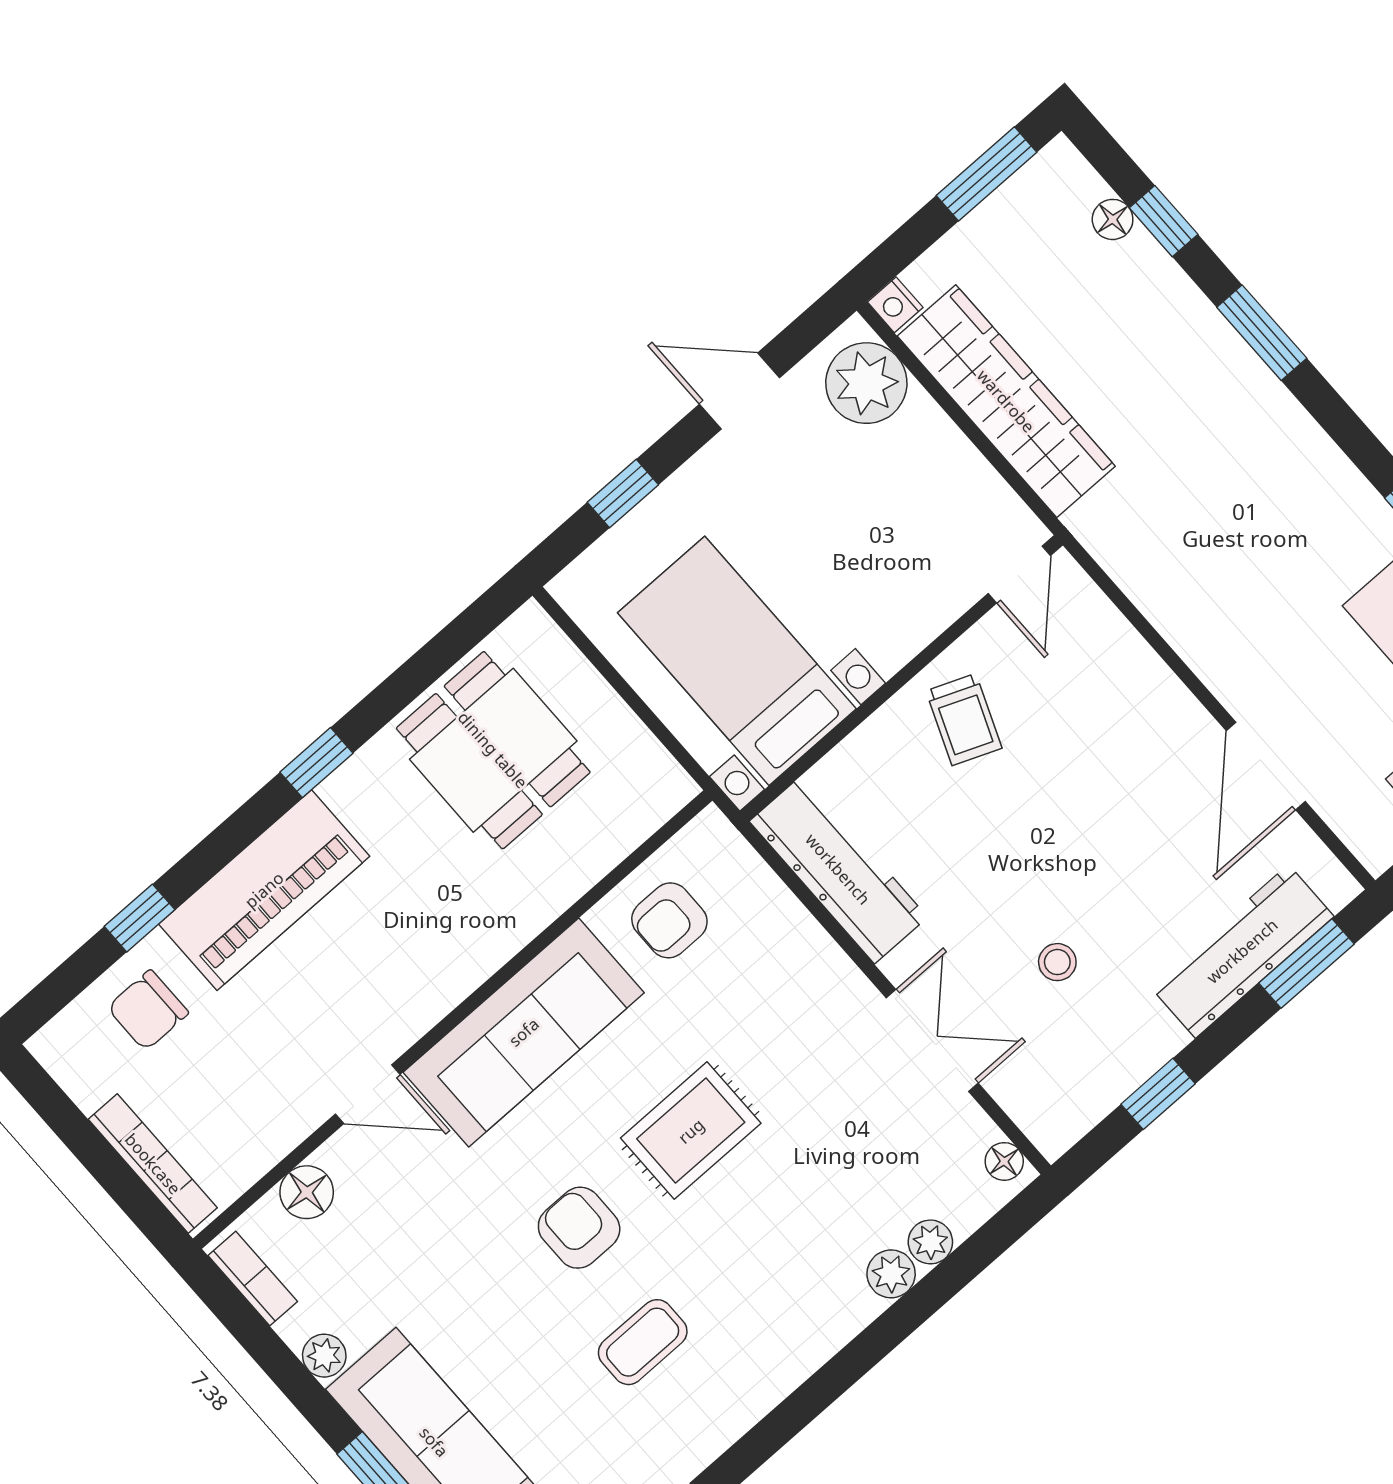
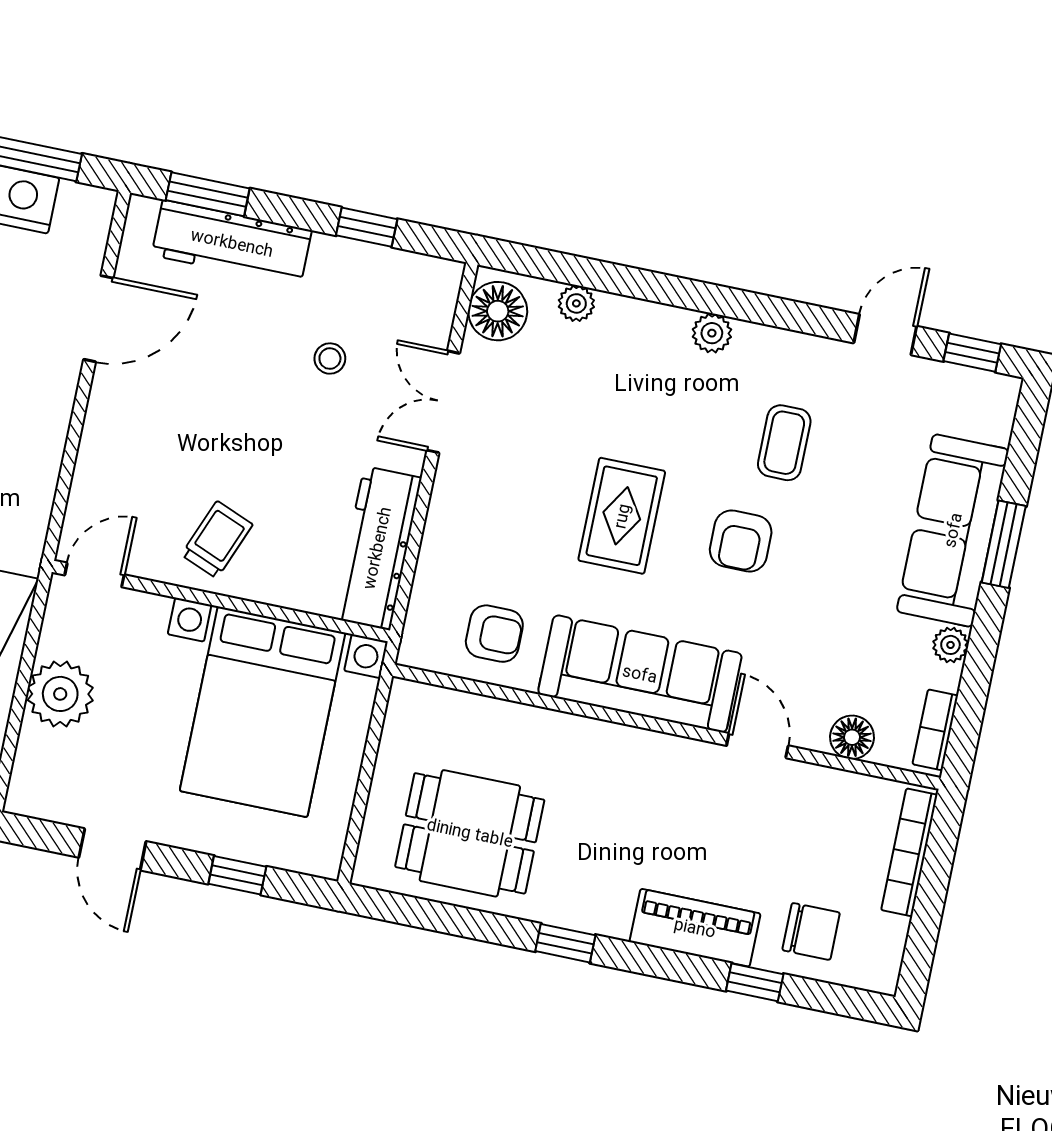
plant: (866, 383) -> (60, 694), moved
bed with nightstands: (737, 661) -> (262, 712), width x1.36
dining table: (493, 750) -> (470, 833), turned 90
piano: (264, 890) -> (695, 928), width x0.73, depth x0.75
rug: (691, 1131) -> (622, 516), turned 90
floor lamp: (1004, 1161) -> (498, 311), width x1.89, depth x1.89
plant: (891, 1274) -> (712, 333), moved
coffee table: (643, 1342) -> (784, 443), turned 90

